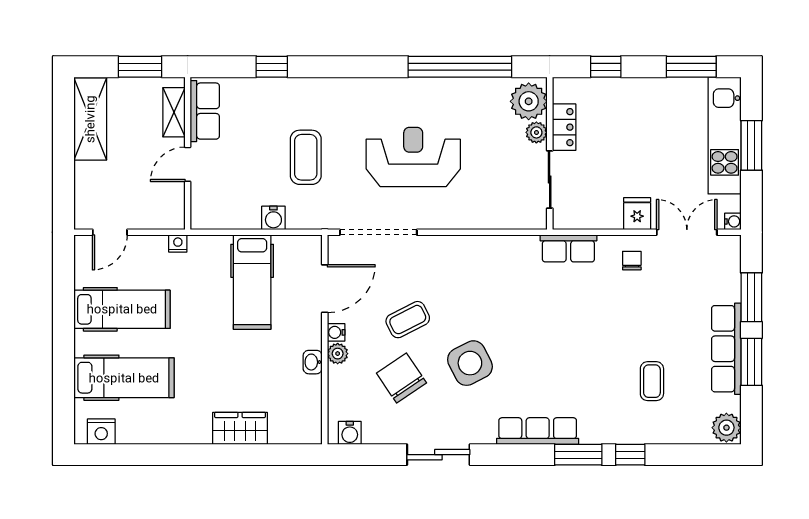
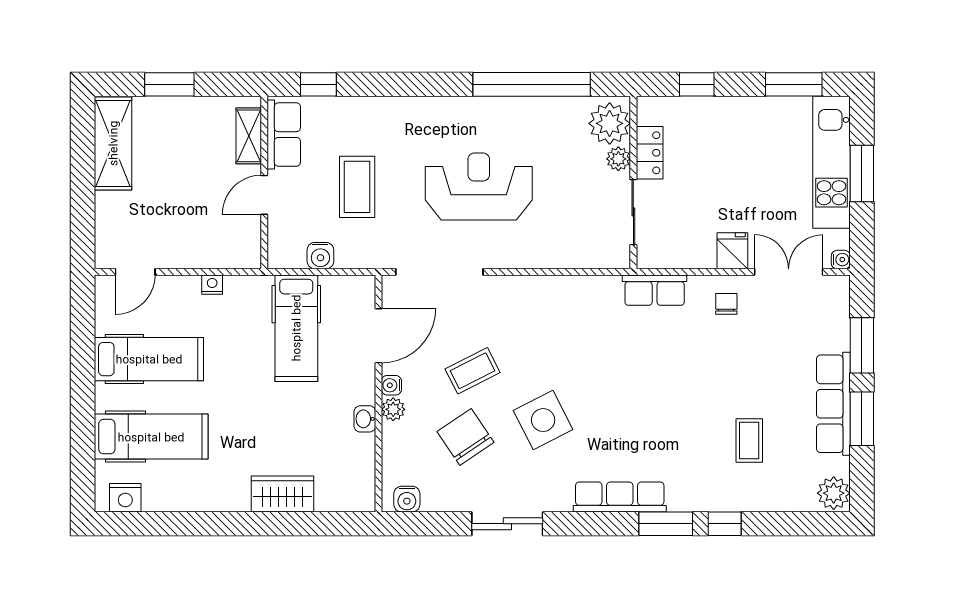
row of seats: (205, 111) -> (284, 135), moved
shelving: (174, 112) -> (249, 136), moved
wall: (188, 153) -> (264, 182), moved
door: (188, 164) -> (264, 195), moved

